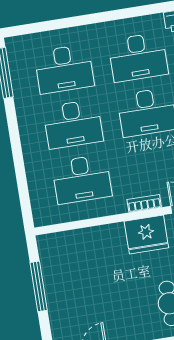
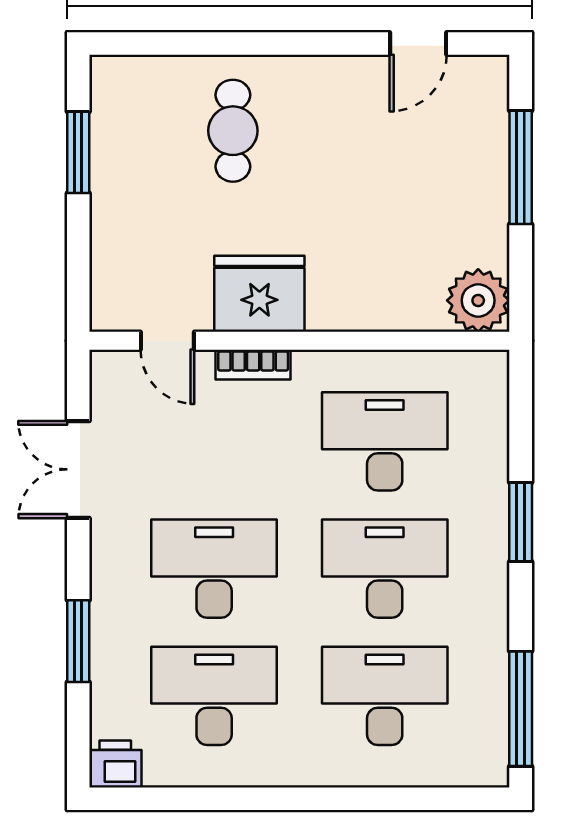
window: (17, 154) -> (521, 522), added
plant: (51, 247) -> (478, 300), added
window: (39, 286) -> (521, 167), moved

